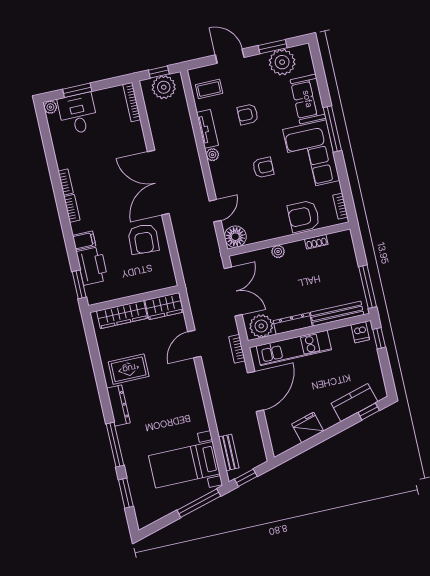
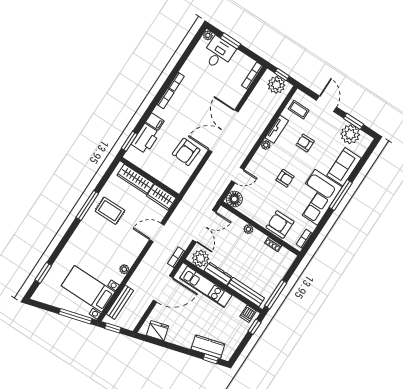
dresser: (118, 406) -> (86, 224), removed
plant: (199, 411) -> (124, 269), added
fridge: (308, 427) -> (157, 331), moved
window: (115, 445) -> (87, 205), moved
bench: (229, 452) -> (120, 302), width x1.36

